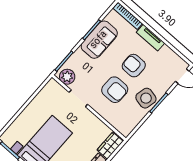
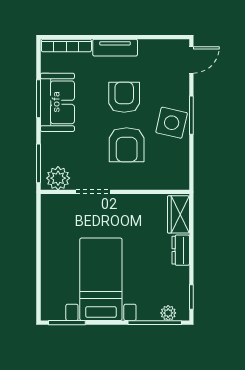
armchair: (134, 66) -> (124, 97), turned 90
armchair: (115, 90) -> (127, 145), turned 90

